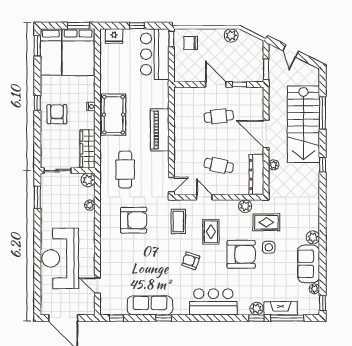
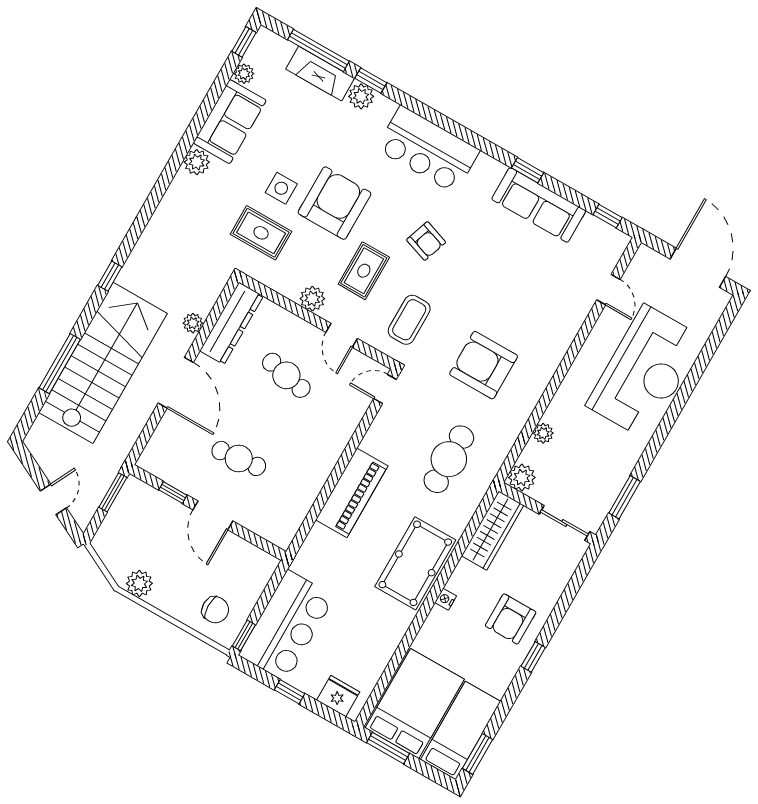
plant: (245, 206) -> (312, 299), moved
armchair: (241, 254) -> (335, 203), turned 90

